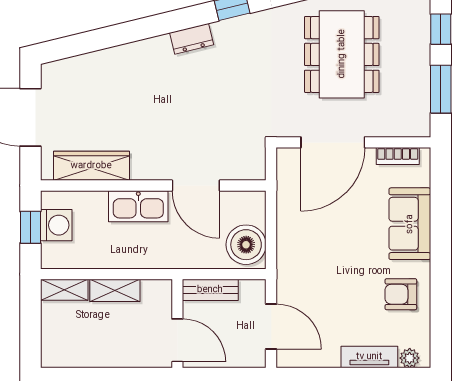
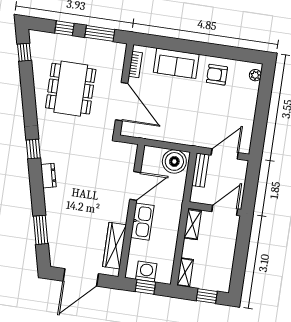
window: (100, 39) -> (41, 230), added
dining table: (342, 54) -> (71, 89), turned 90
shelving: (115, 290) -> (193, 224), moved
bench: (210, 290) -> (200, 170), moved
armchair: (401, 294) -> (217, 75), turned 90
window: (30, 332) -> (207, 296), added
tv unit: (369, 357) -> (251, 99), removed

